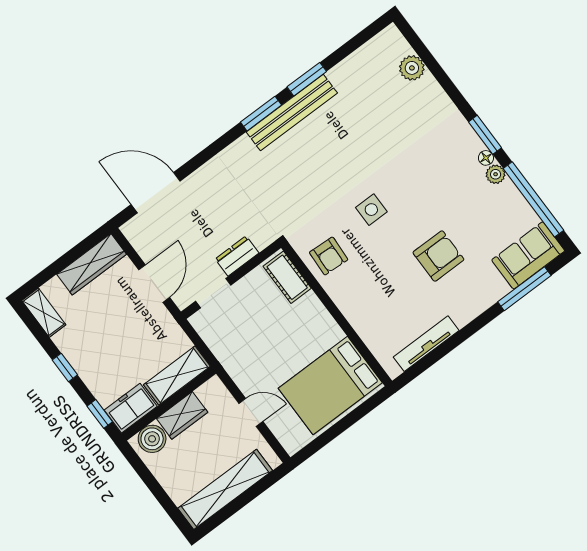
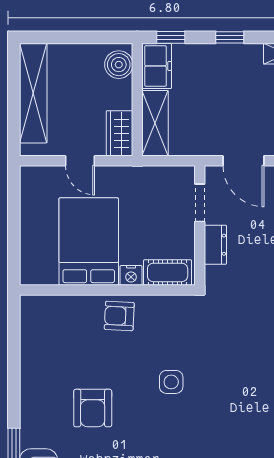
armchair: (329, 256) -> (119, 316), moved
nightstand: (311, 304) -> (131, 275), added
tv unit: (426, 344) -> (29, 345), removed
bed: (330, 386) -> (89, 242), moved
door: (251, 412) -> (80, 161), hinge flipped
wardrobe: (182, 415) -> (120, 133), moved

